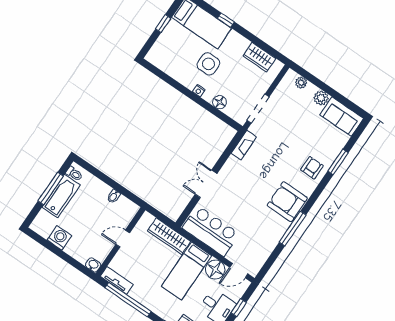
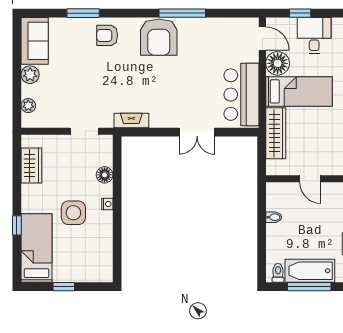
doorway: (258, 109) -> (84, 131), width x0.73

